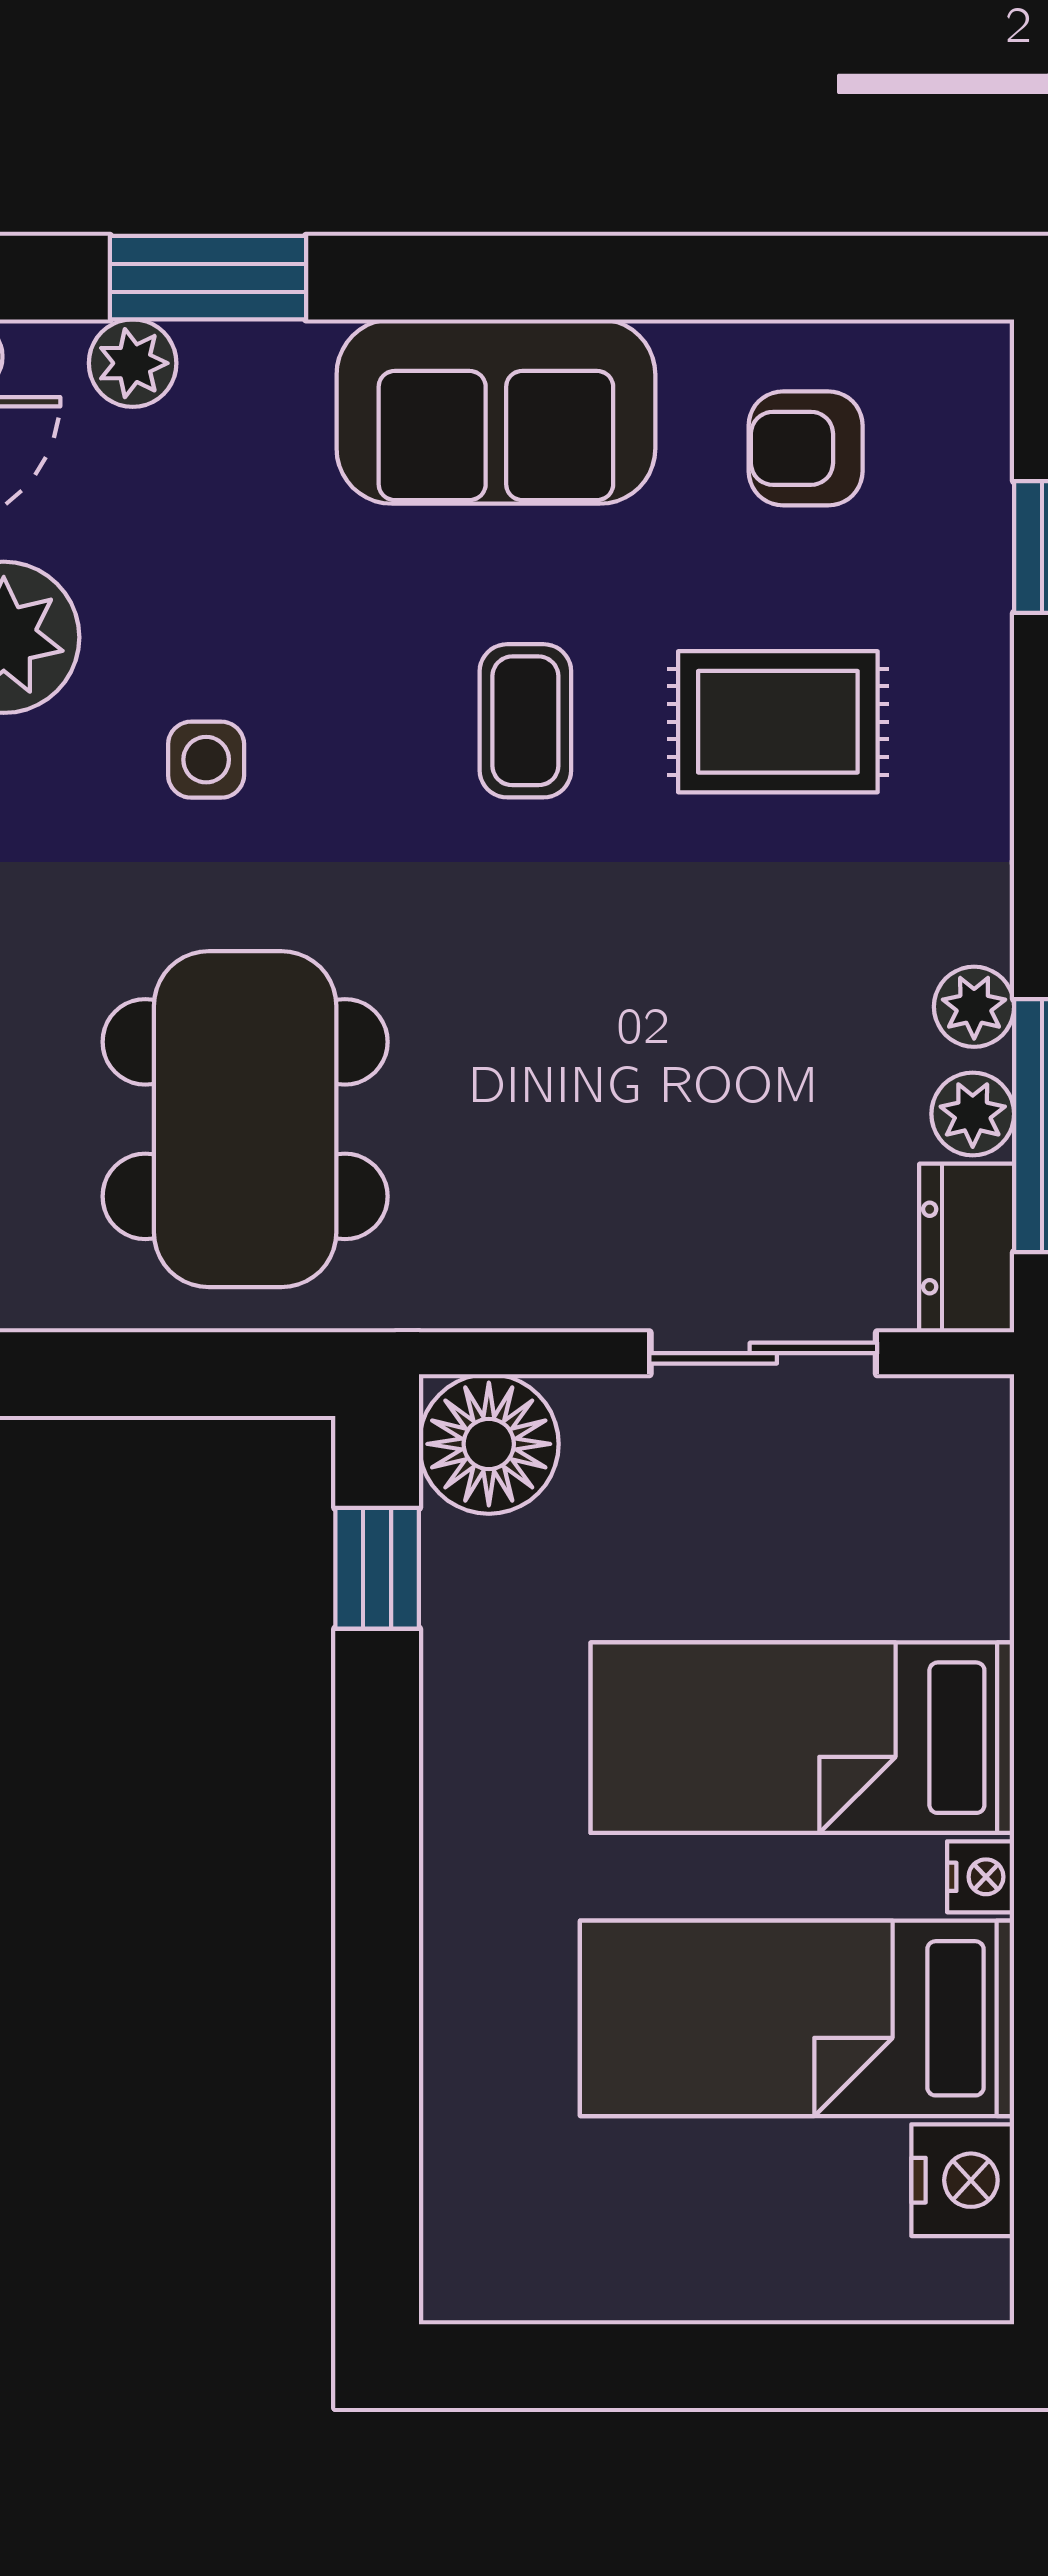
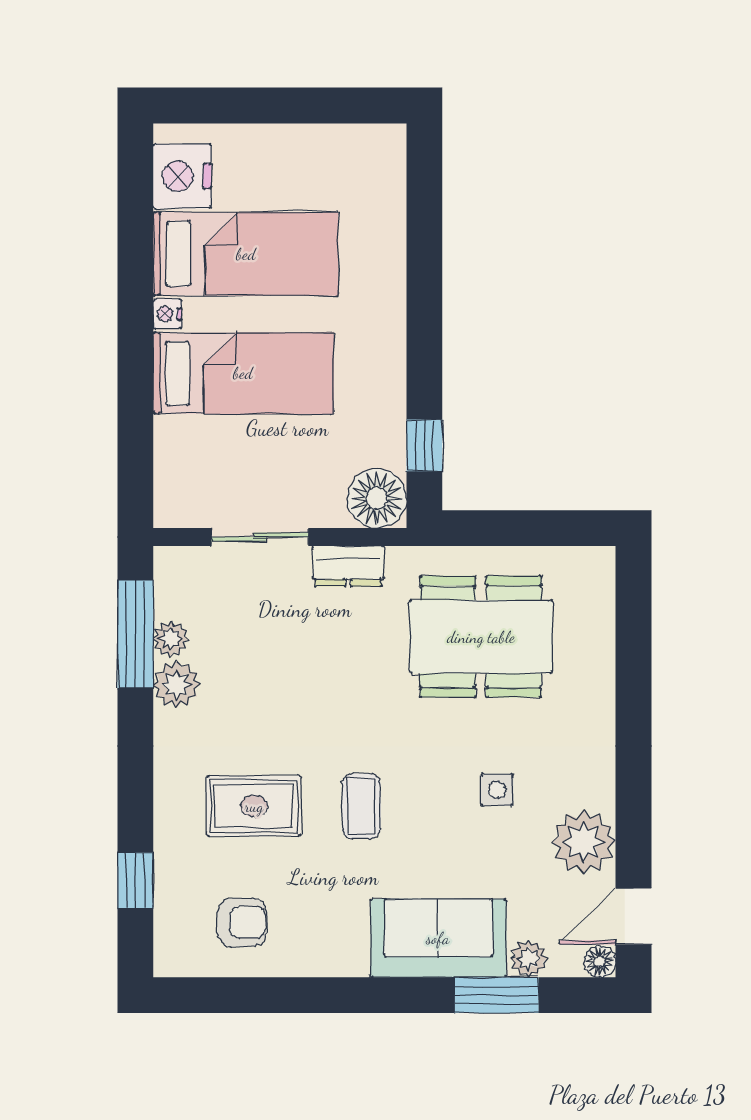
sofa: (496, 412) -> (438, 938), moved
plant: (974, 1007) -> (177, 685), width x1.38, depth x1.38
dining table: (245, 1119) -> (481, 637), turned 90
dresser: (967, 1248) -> (348, 566), moved, turned 90
nightstand: (963, 2180) -> (182, 176), width x1.36, depth x1.33

